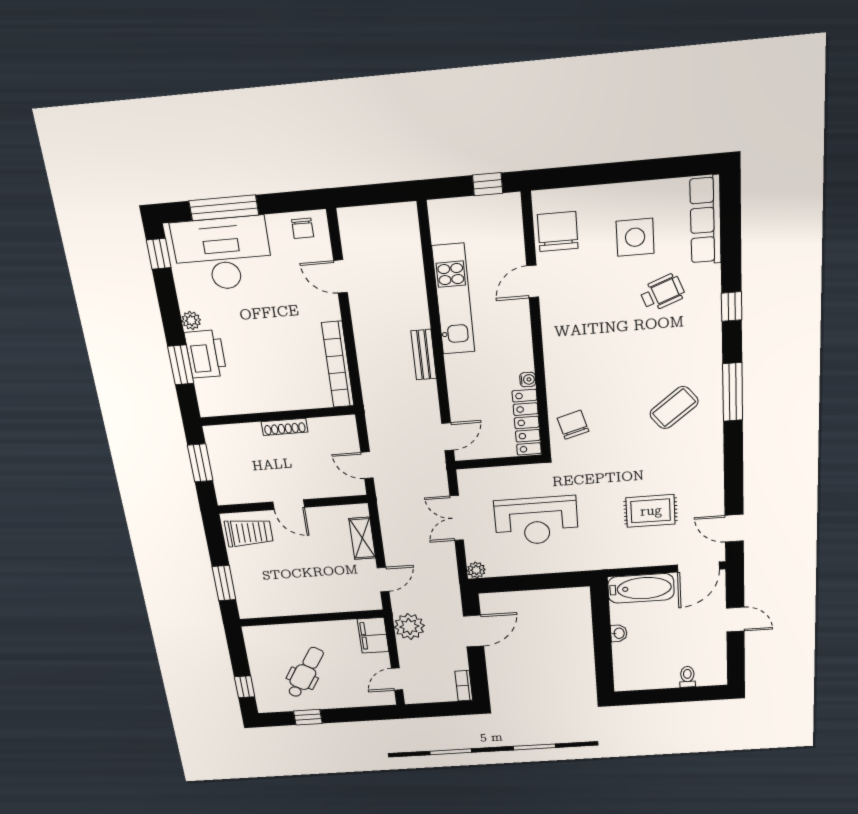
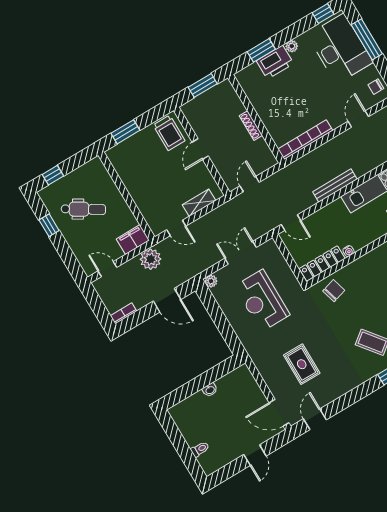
bench: (424, 355) -> (335, 185), width x1.36
bathtub: (641, 588) -> (248, 386), removed

